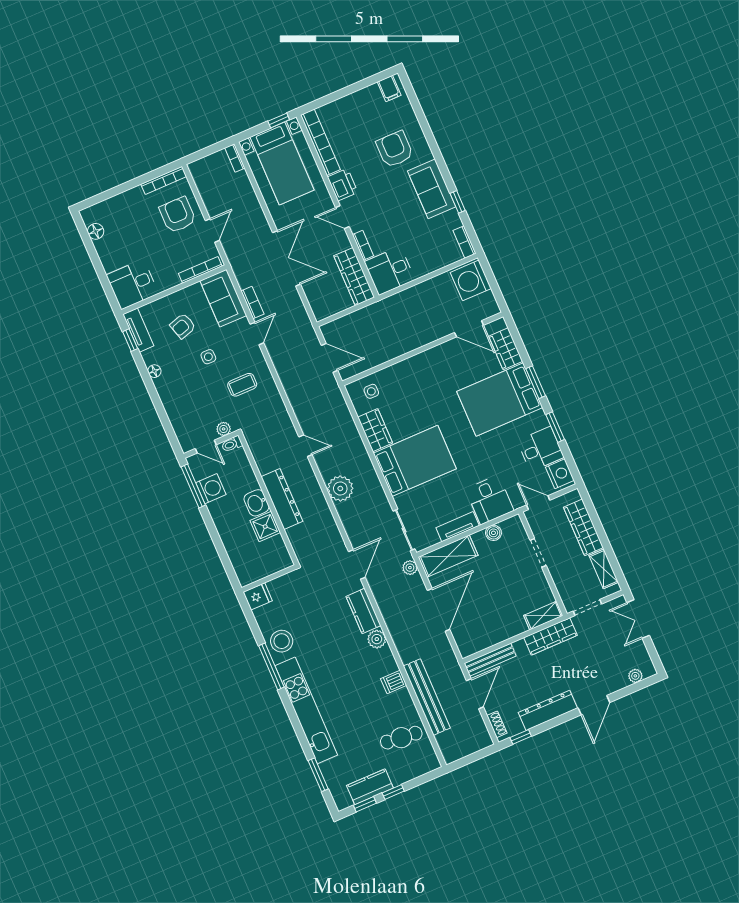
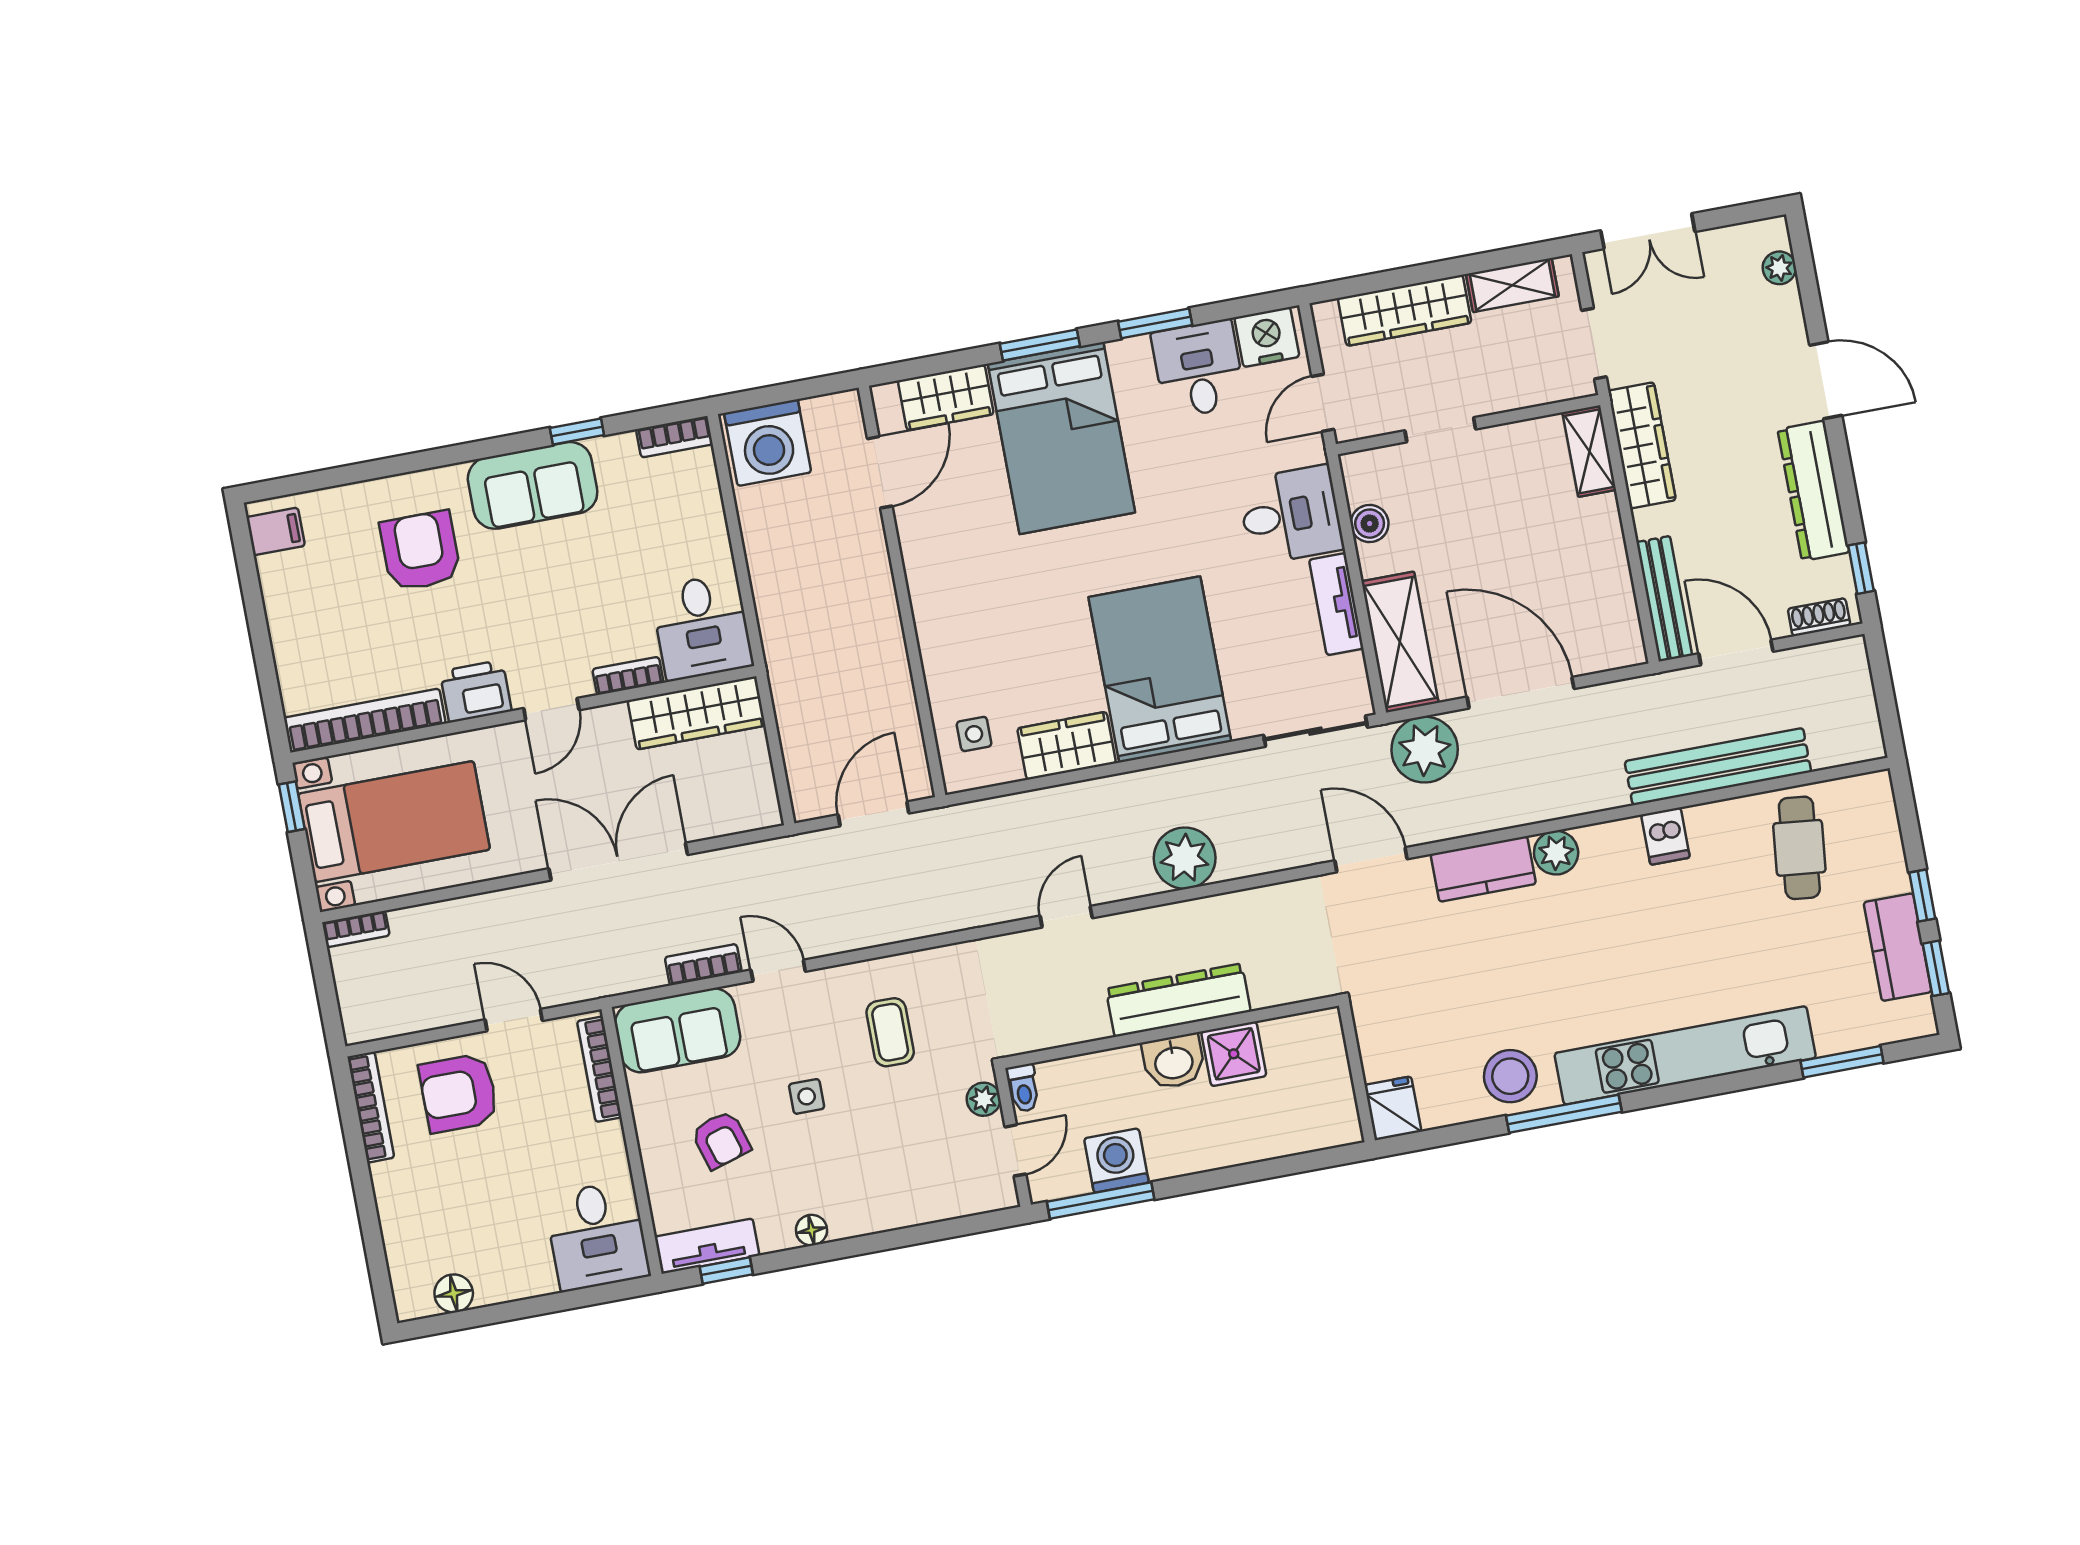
armchair: (395, 149) -> (420, 551), turned 90
plant: (410, 568) -> (1425, 750), width x1.88, depth x1.88

